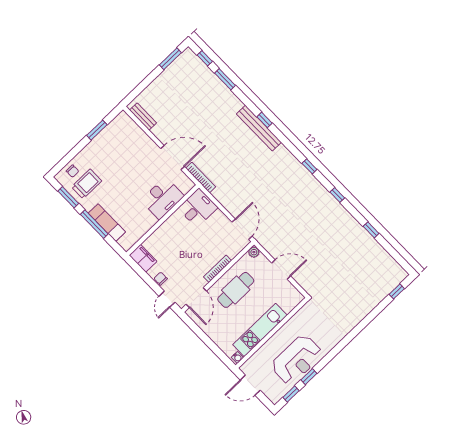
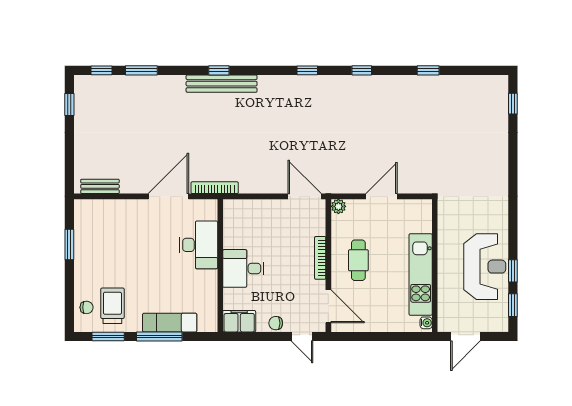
window: (170, 59) -> (69, 104), width x0.67
desk: (198, 208) -> (243, 268), moved, turned -90
cafe table: (236, 290) -> (358, 260), width x0.73, depth x0.74

